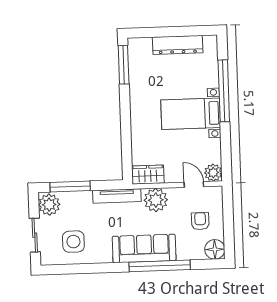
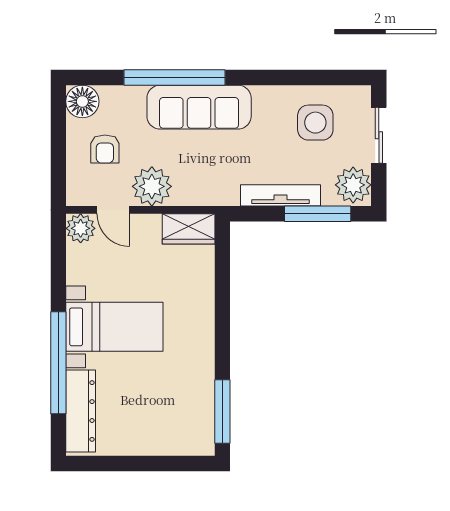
dresser: (178, 45) -> (81, 411), moved, turned 90
tv unit: (117, 196) -> (280, 195), moved
plant: (156, 200) -> (152, 186), moved

